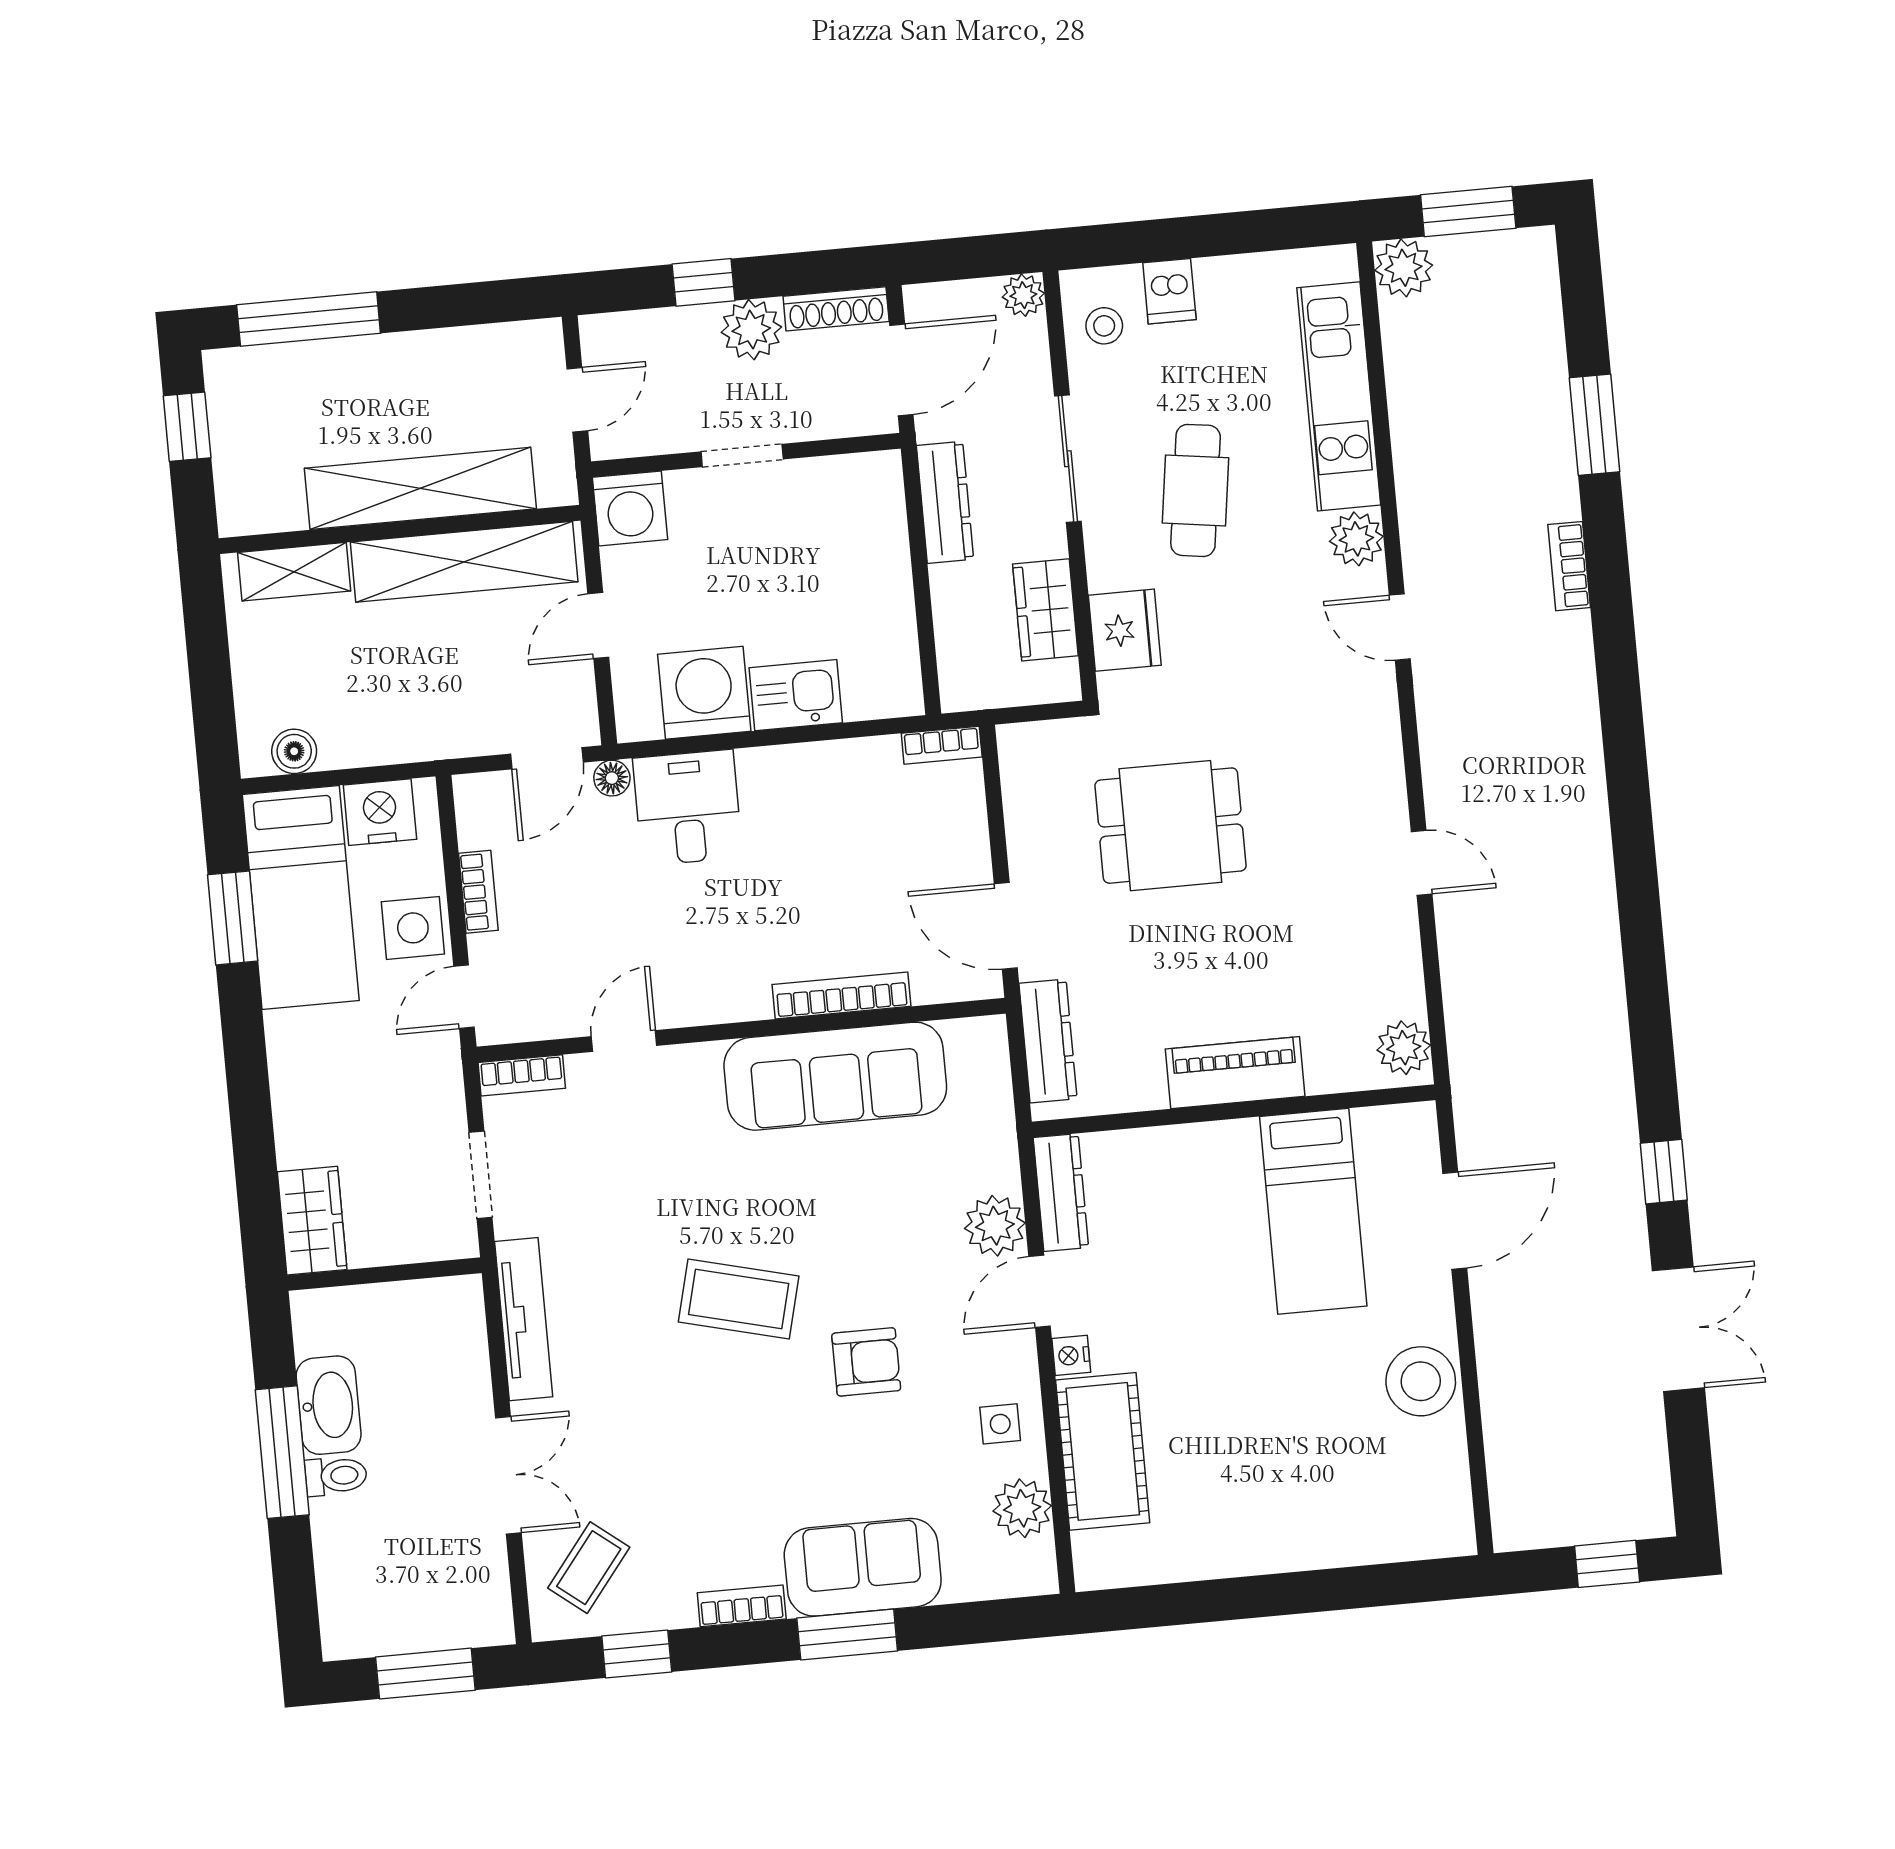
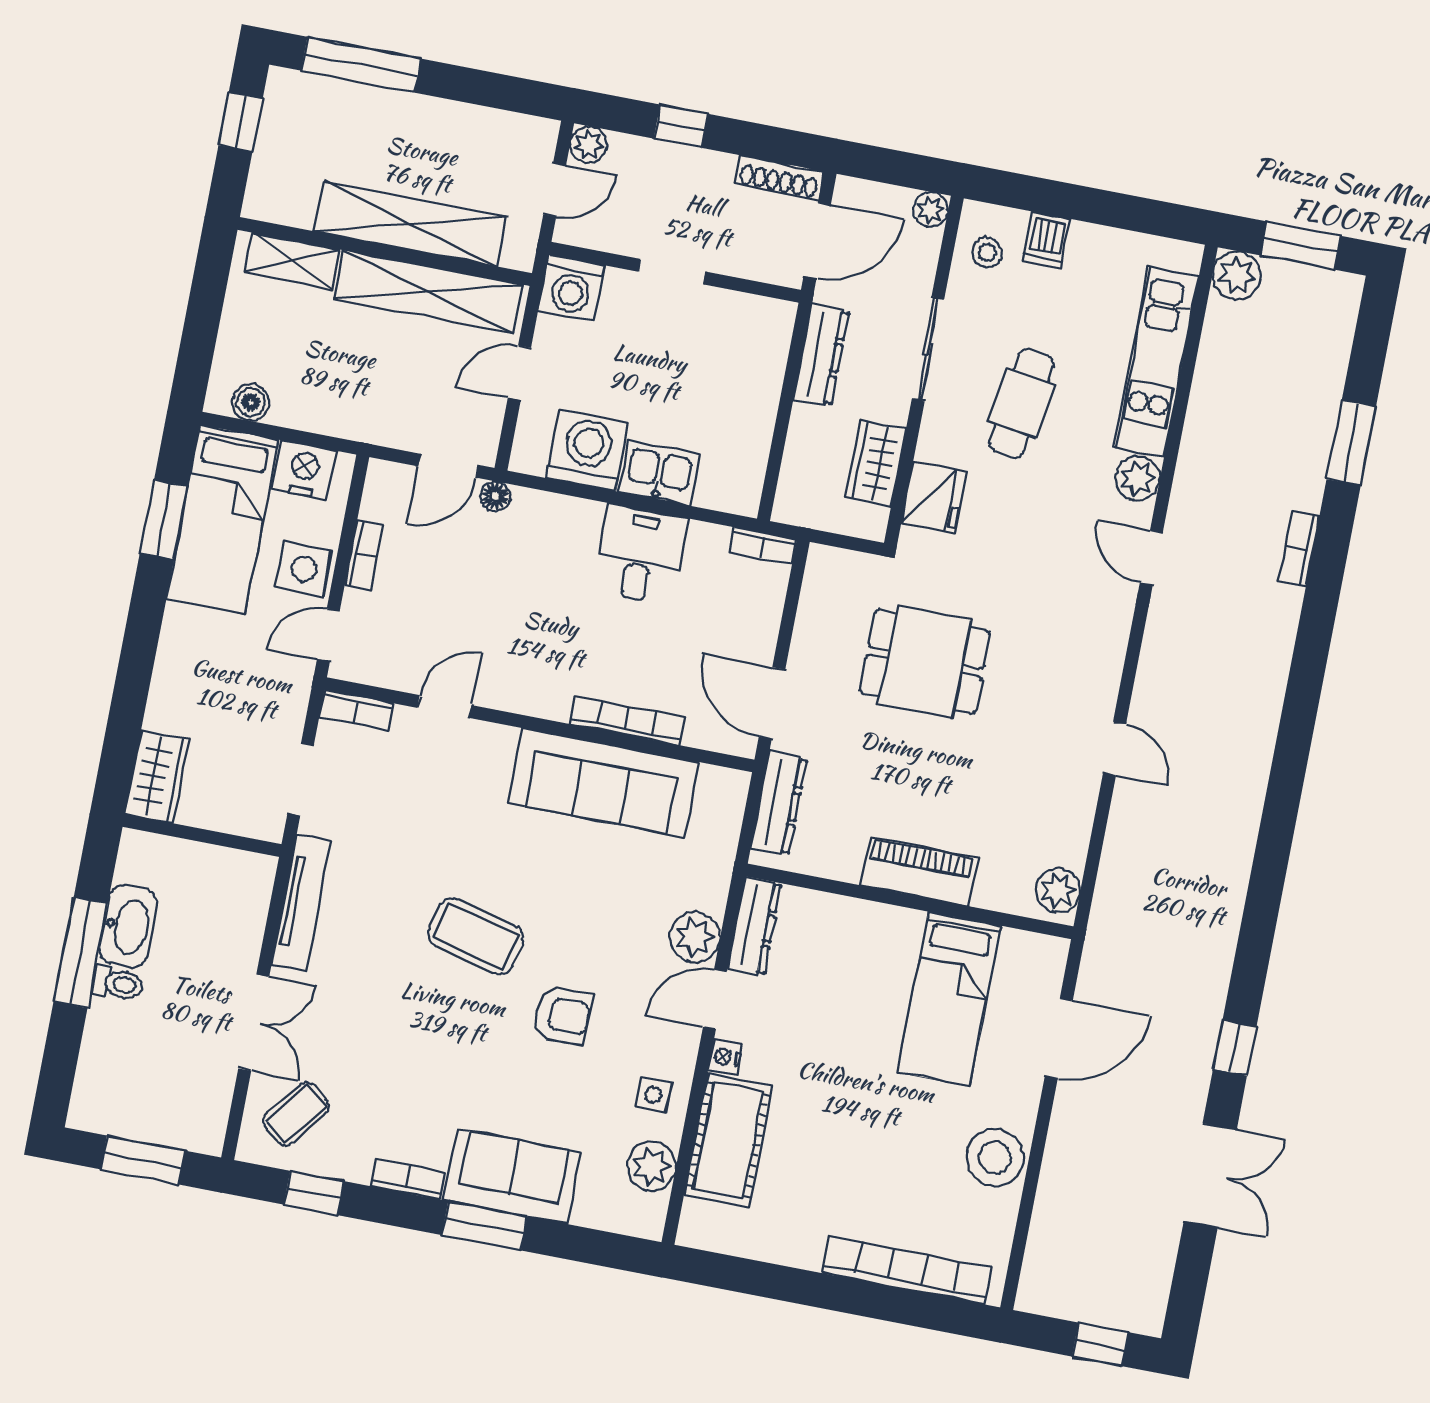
plant: (751, 330) -> (588, 145), moved, width x0.73, depth x0.73
desk: (688, 808) -> (640, 555), moved
bookcase: (1356, 1543) -> (907, 1270), added

